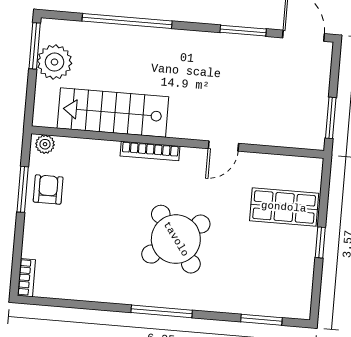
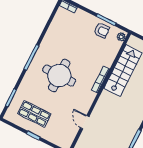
door: (223, 146) -> (85, 122), moved
shop shelf: (284, 207) -> (34, 114), moved, turned 90
round table: (176, 239) -> (59, 76), turned 36

